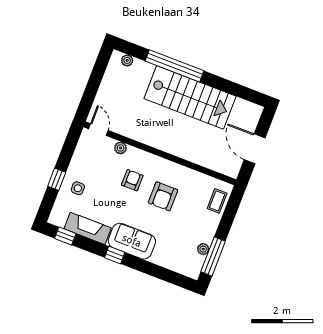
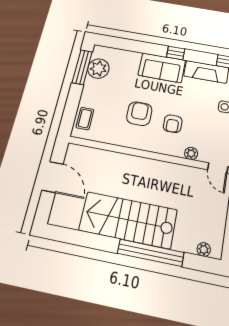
plant: (203, 249) -> (98, 69), width x1.87, depth x1.87

